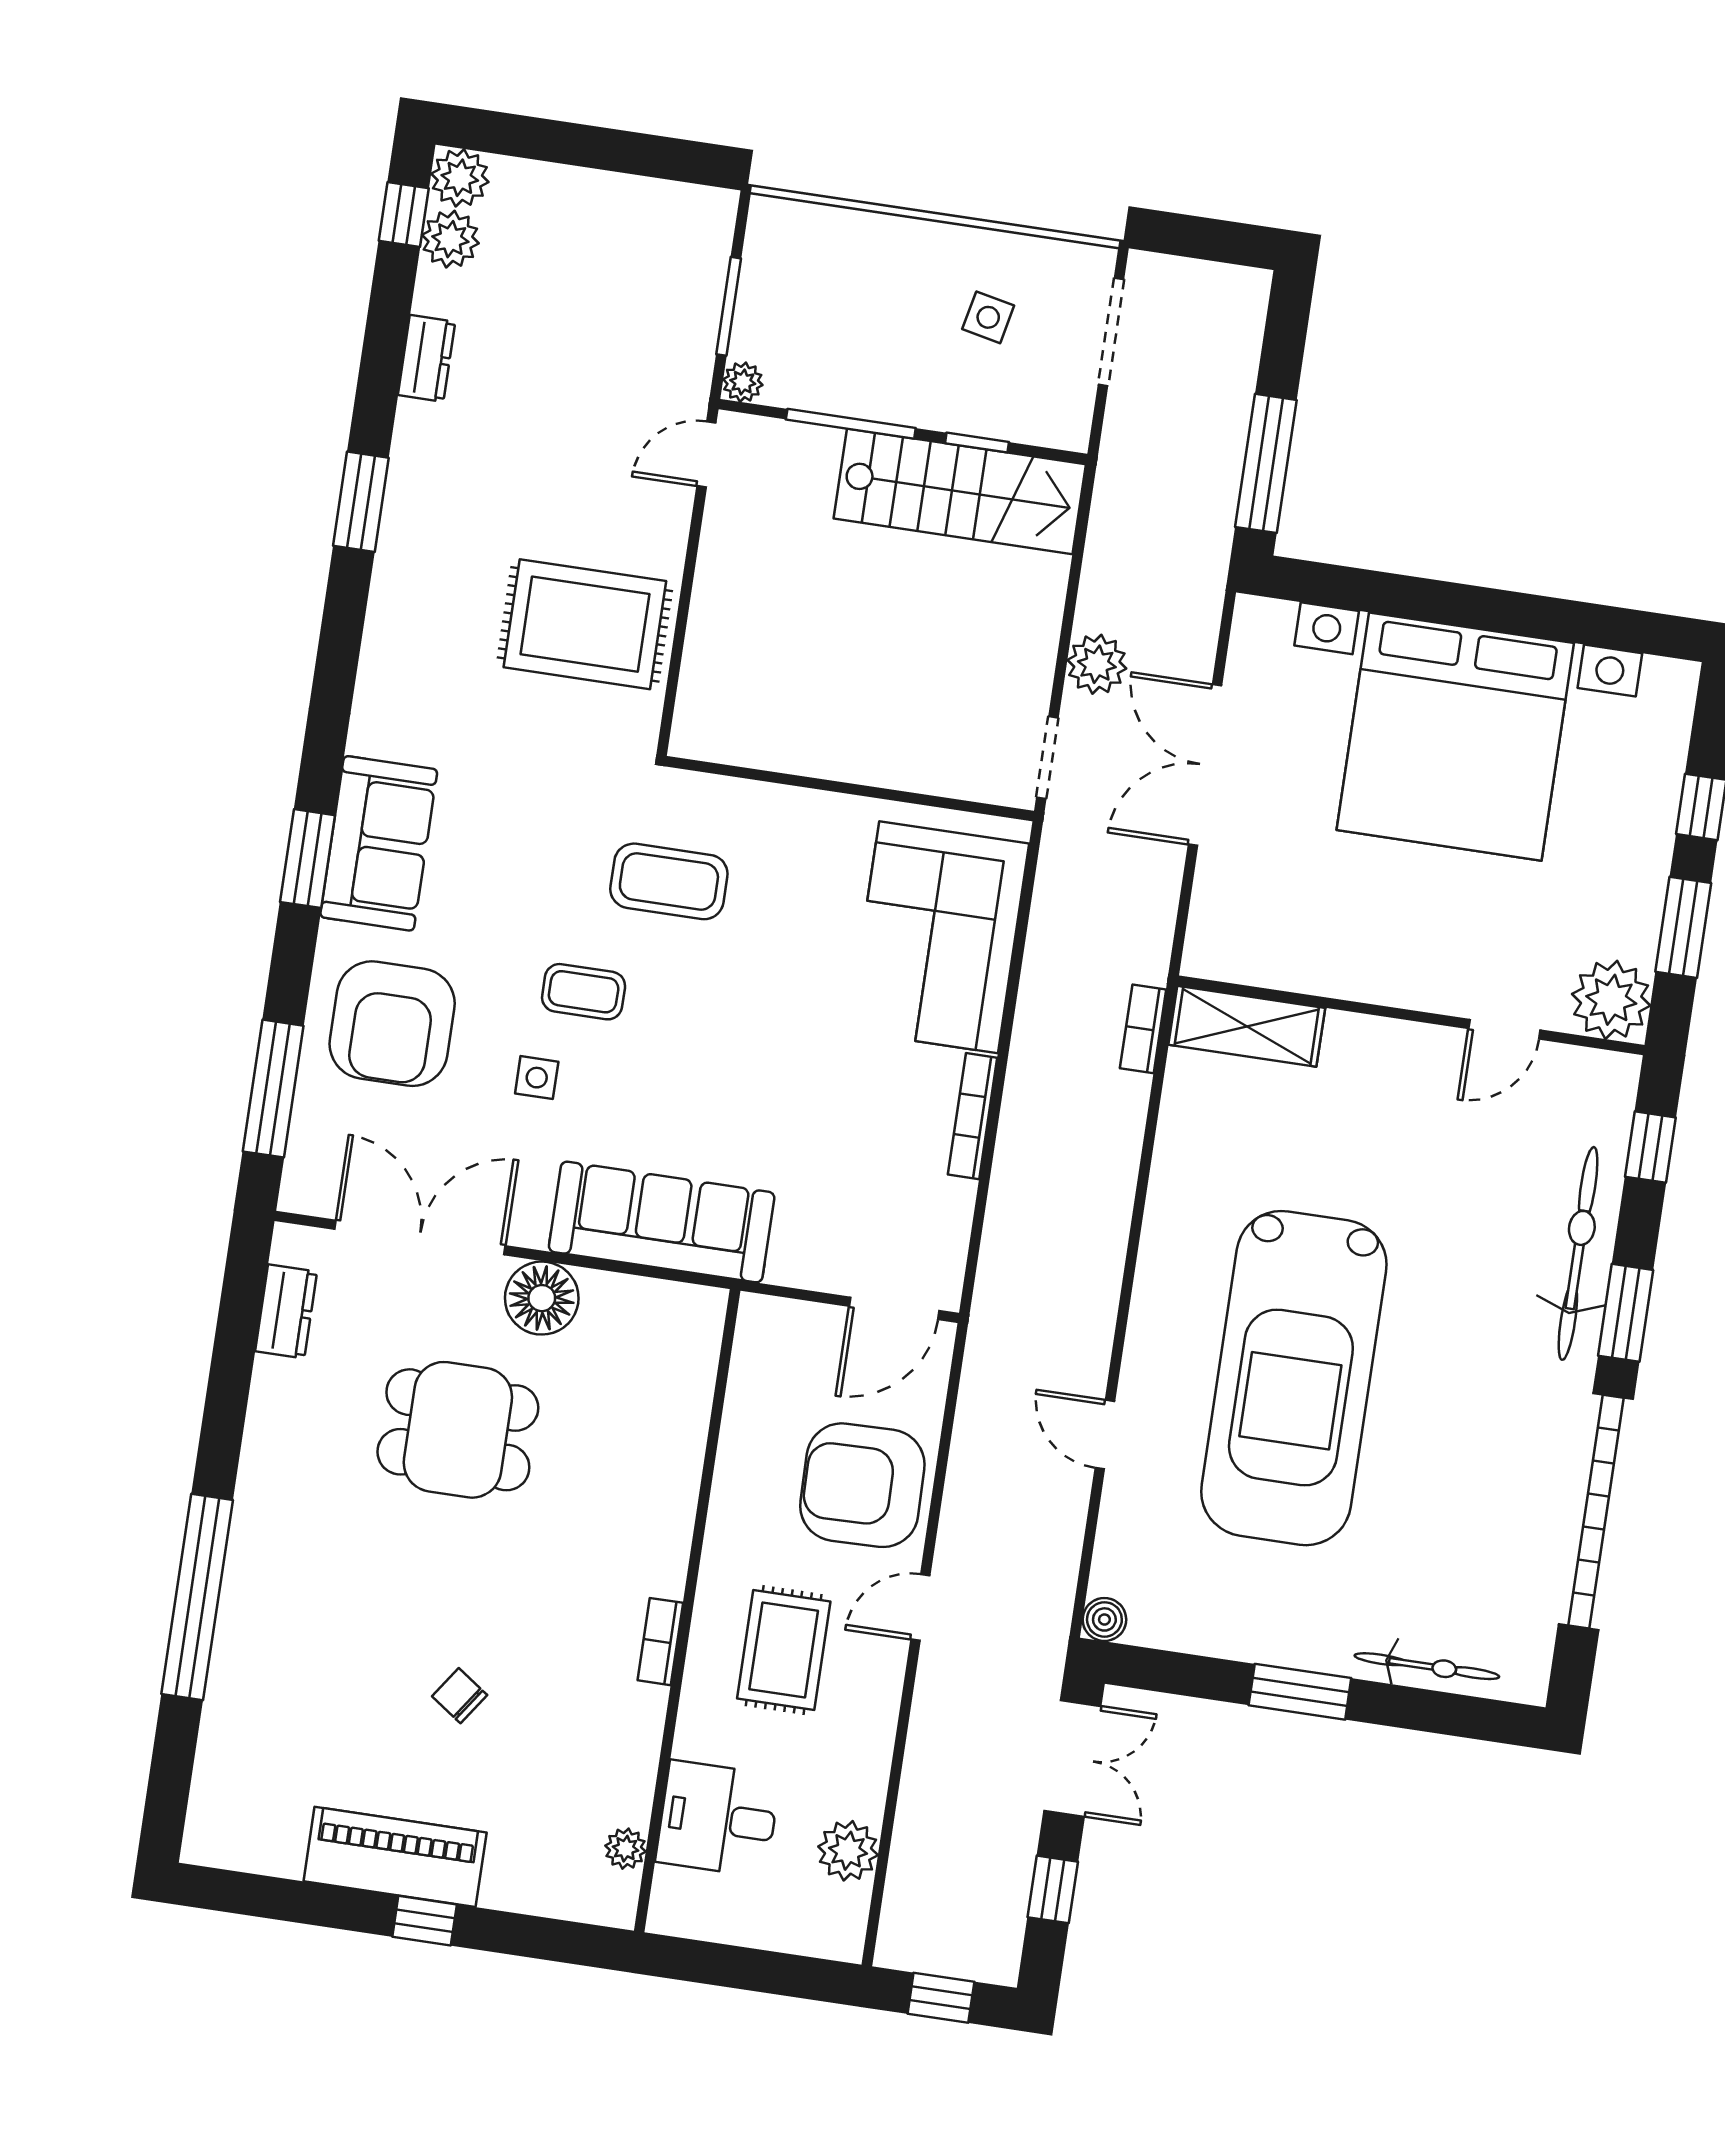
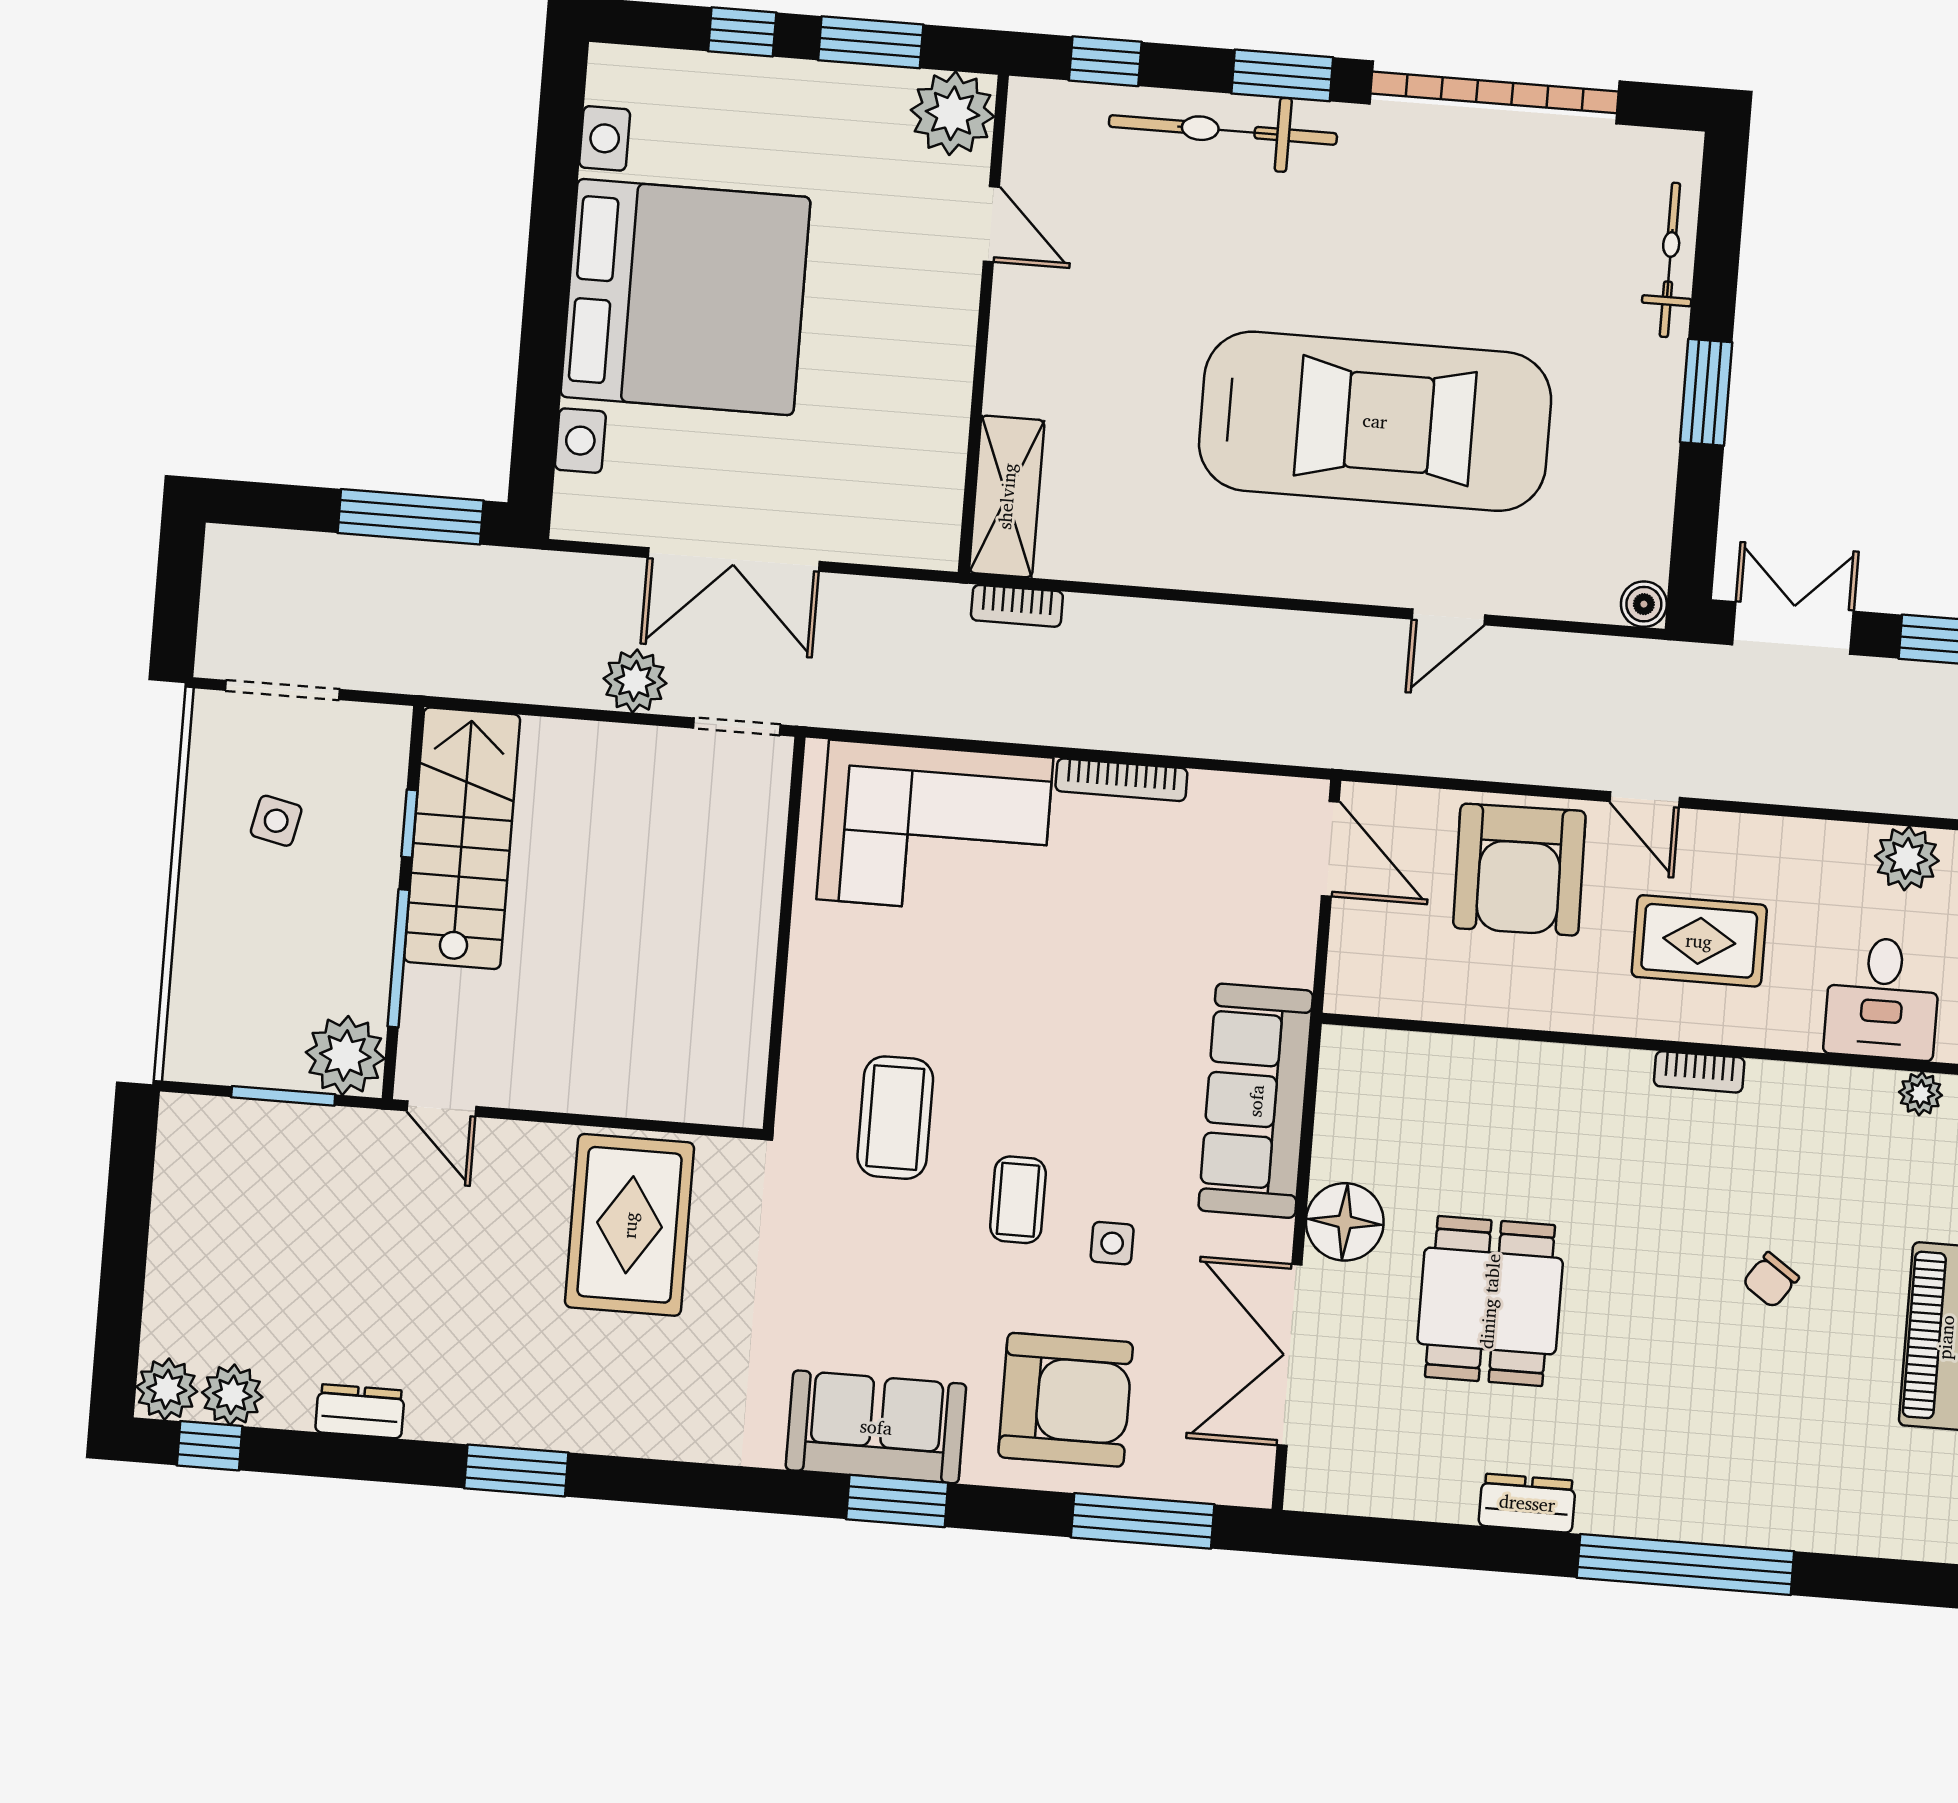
plant: (743, 382) -> (345, 1055), width x1.87, depth x1.87
dresser: (286, 1311) -> (1527, 1503), moved

